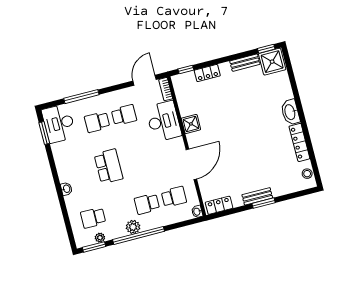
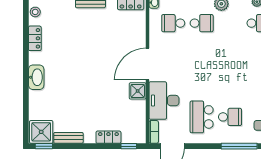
school desk: (124, 115) -> (202, 117), width x1.85
locker: (299, 142) -> (35, 38), width x0.66
door: (191, 164) -> (148, 64), moved
school desk: (109, 166) -> (230, 70), removed

